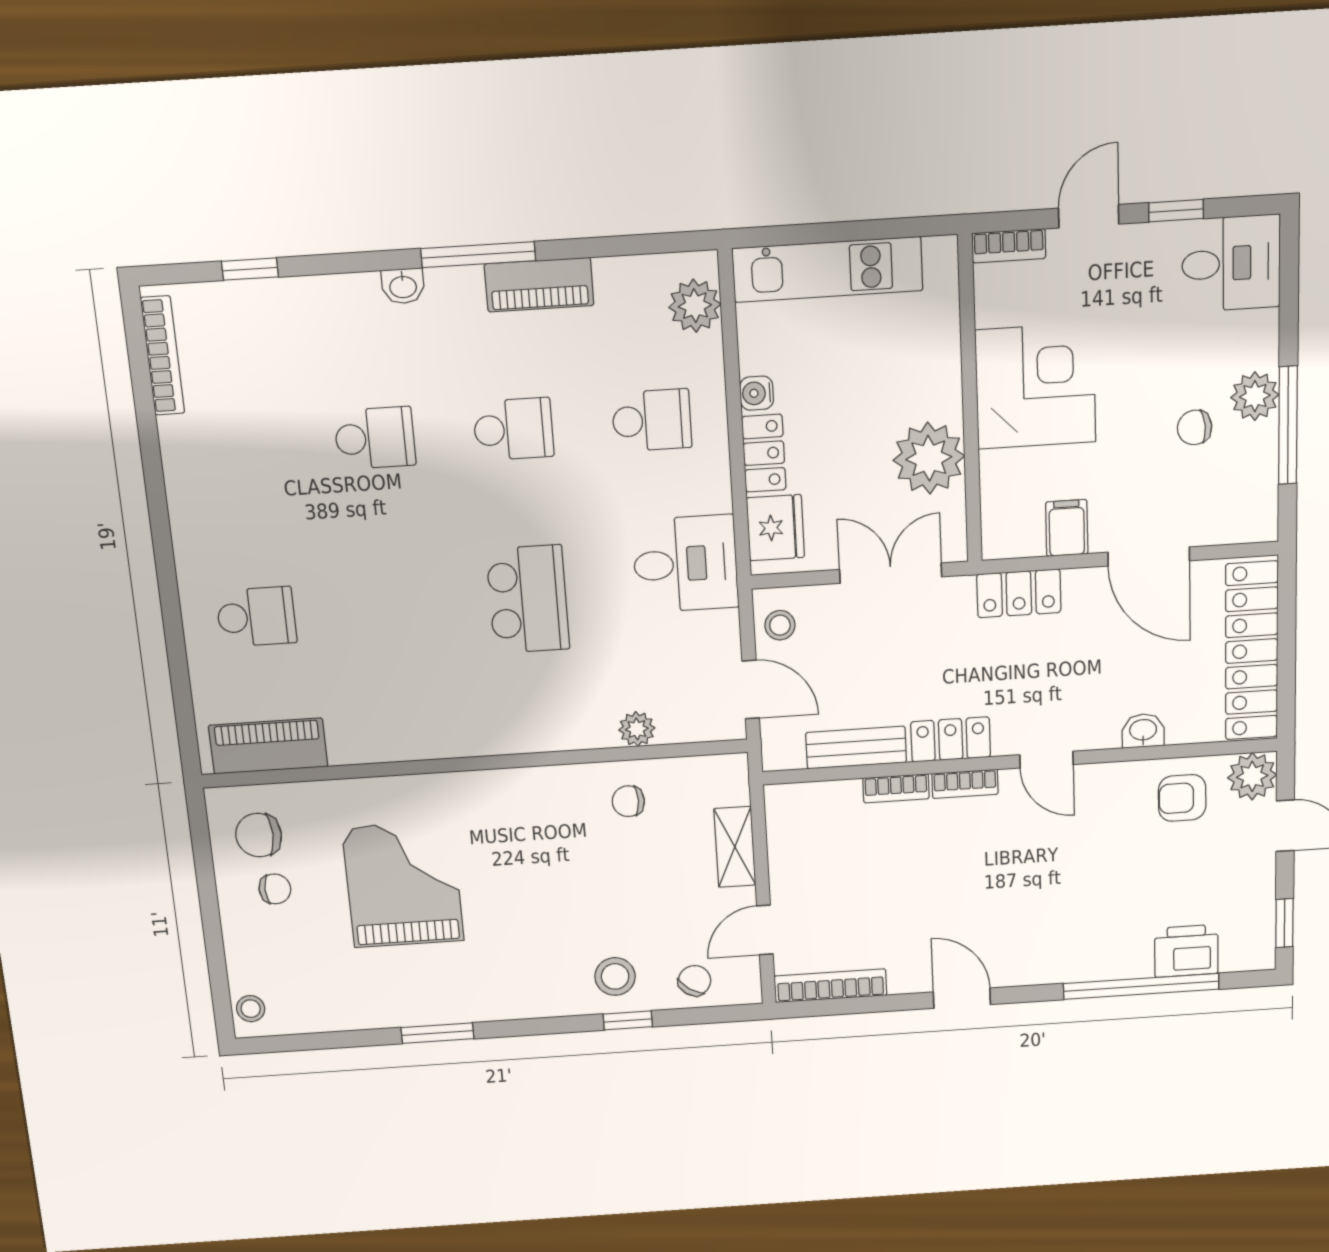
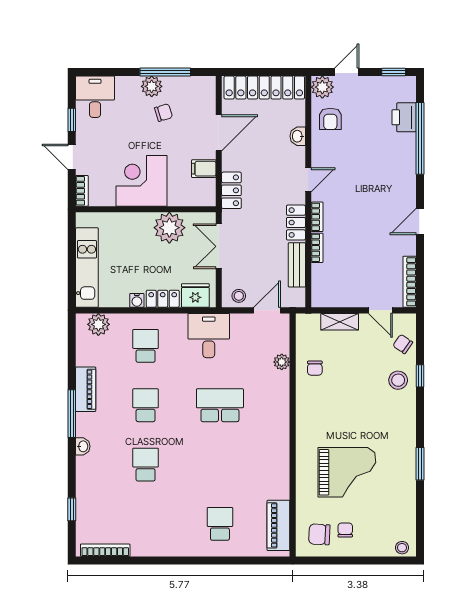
chair: (1195, 427) -> (163, 113), turned -102
chair: (259, 835) -> (319, 534), turned 93
grand piano: (403, 884) -> (347, 472), turned 180

